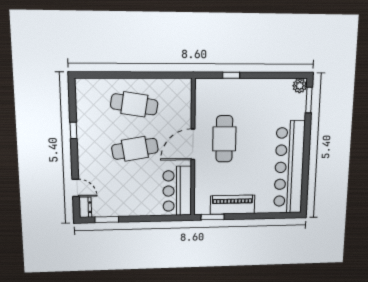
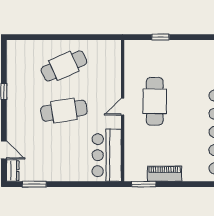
cafe table: (134, 104) -> (64, 66), turned -33
door: (193, 144) -> (123, 107), width x0.53
piano: (232, 205) -> (165, 174), width x0.73, depth x0.75

